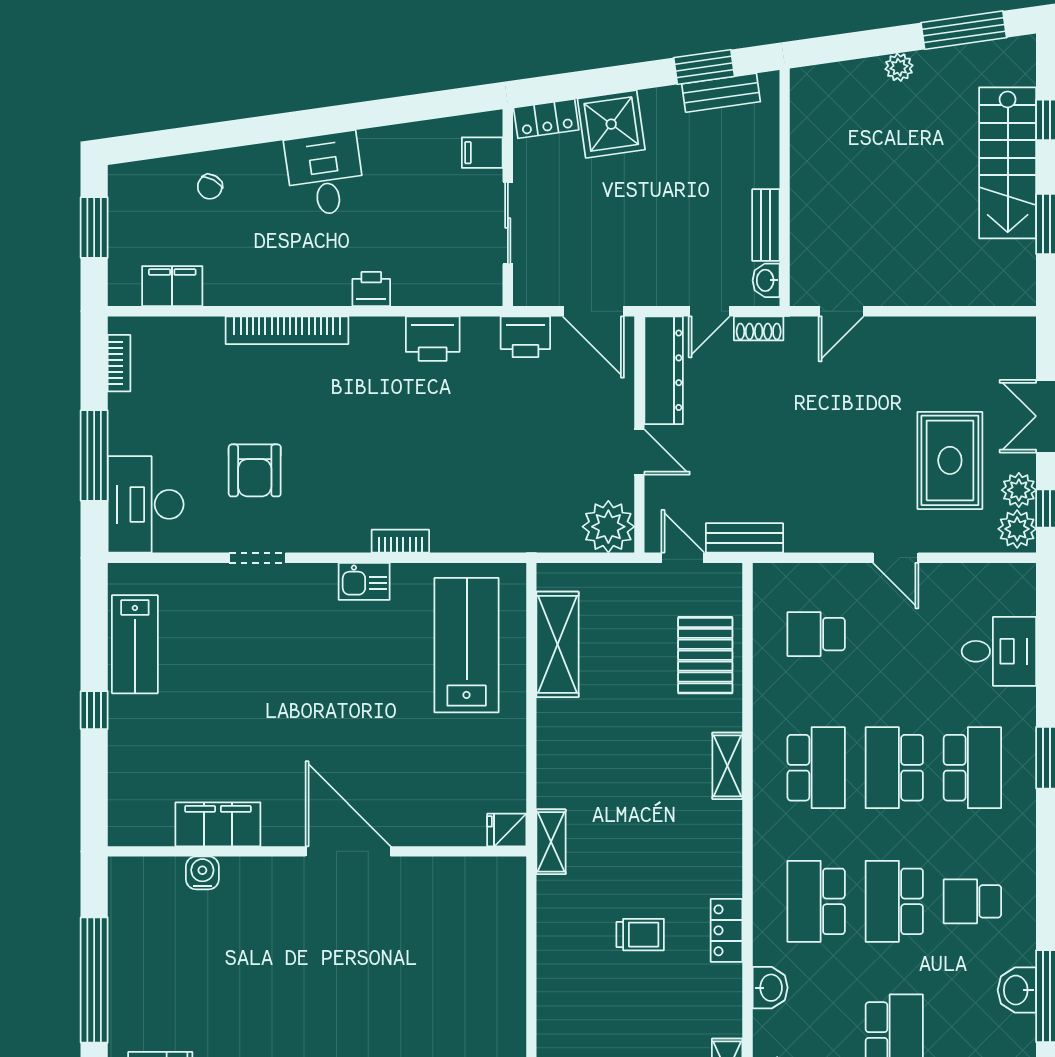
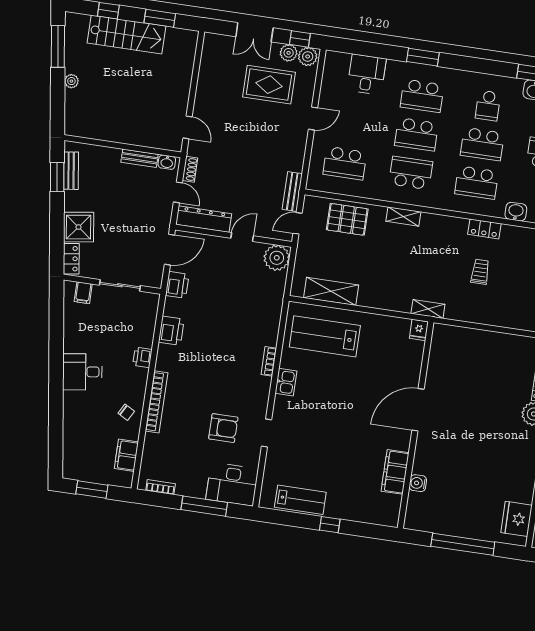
chair: (210, 187) -> (126, 412), moved
school desk: (816, 634) -> (345, 163), width x1.85
school desk: (972, 768) -> (422, 96), turned 180

